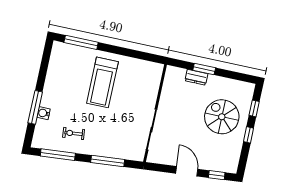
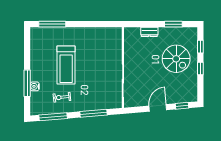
window: (204, 69) -> (173, 24), moved
treadmill: (102, 82) -> (66, 65), moved
spiral stairs: (222, 117) -> (176, 59), turned 180
door: (187, 171) -> (158, 108), hinge flipped

